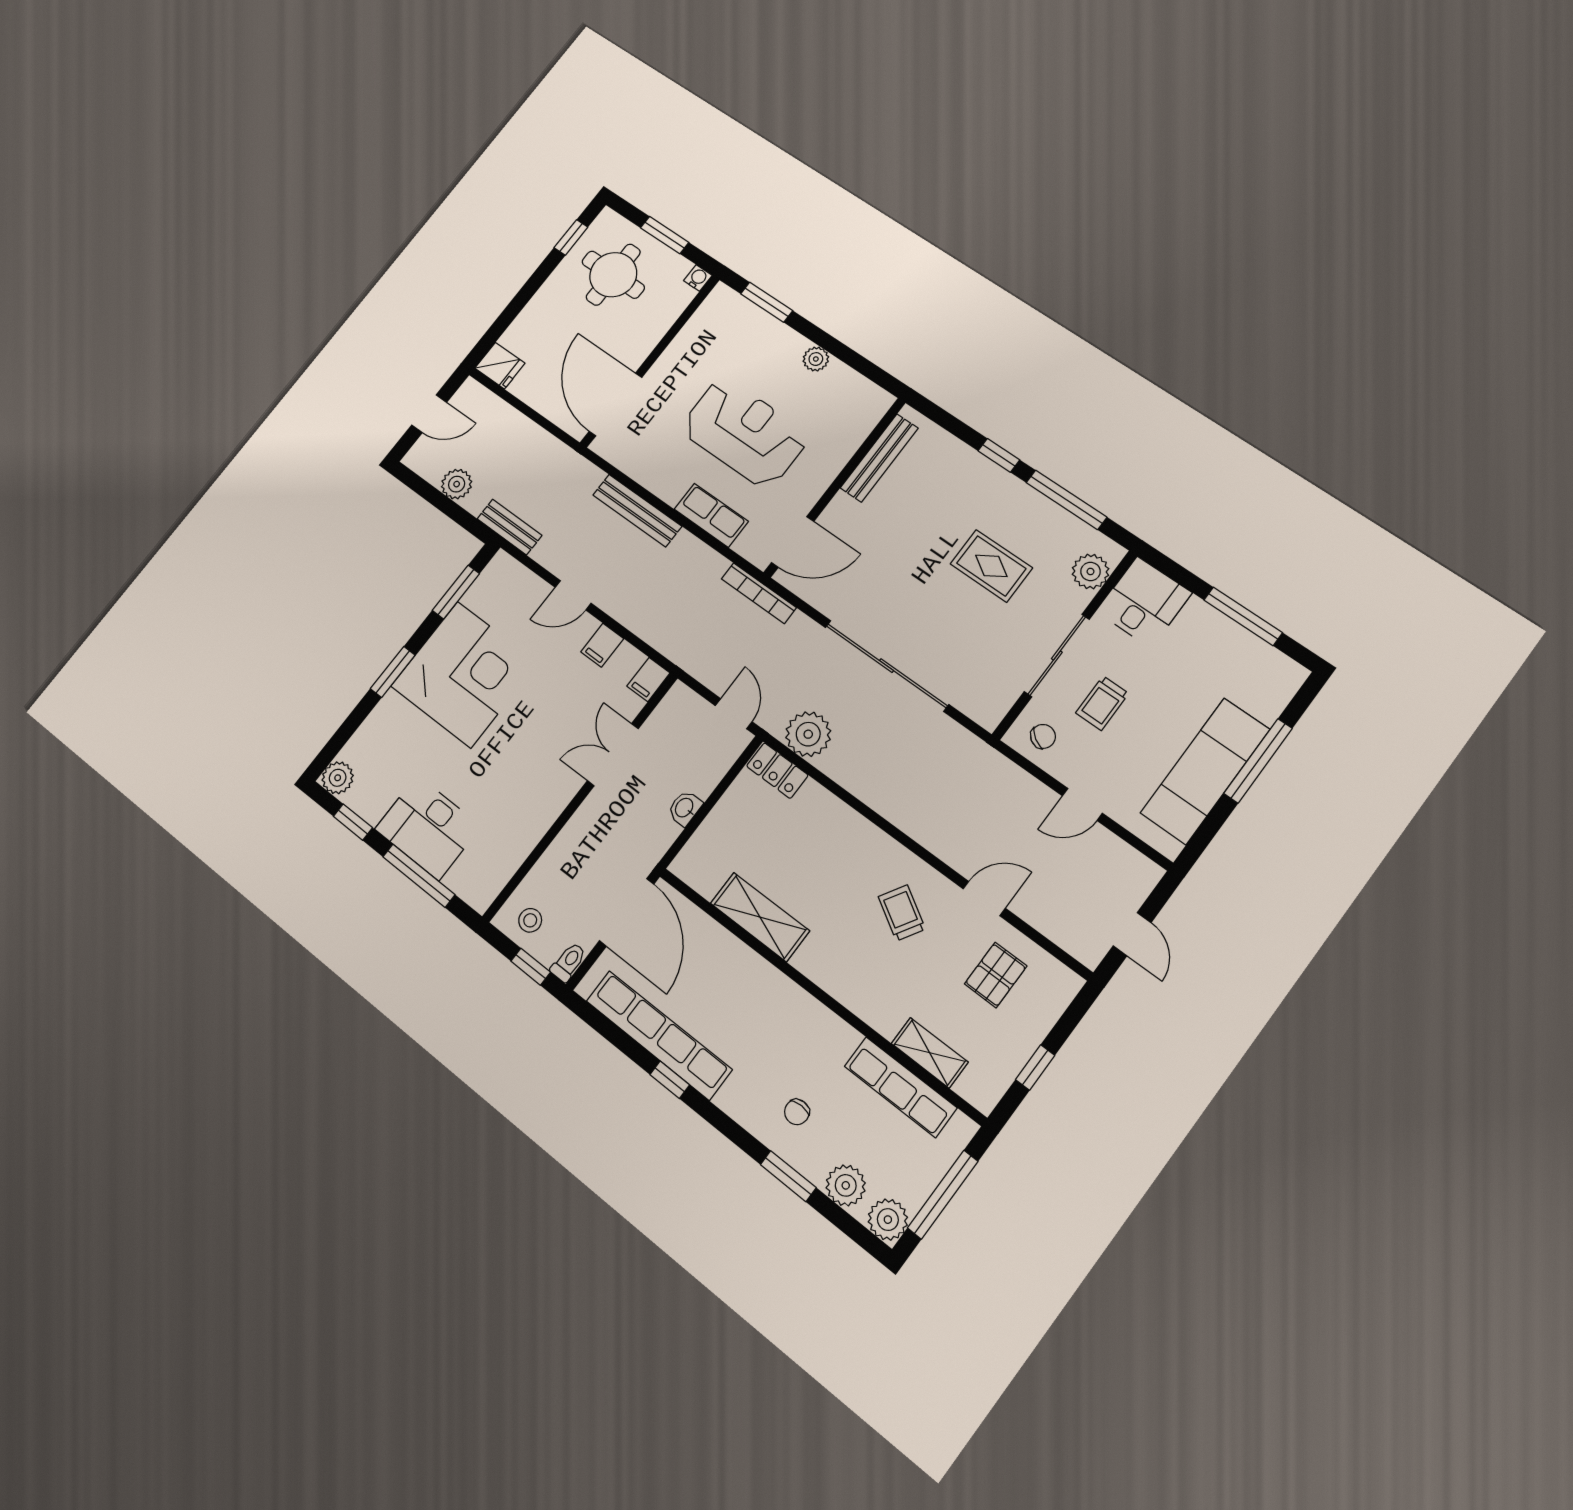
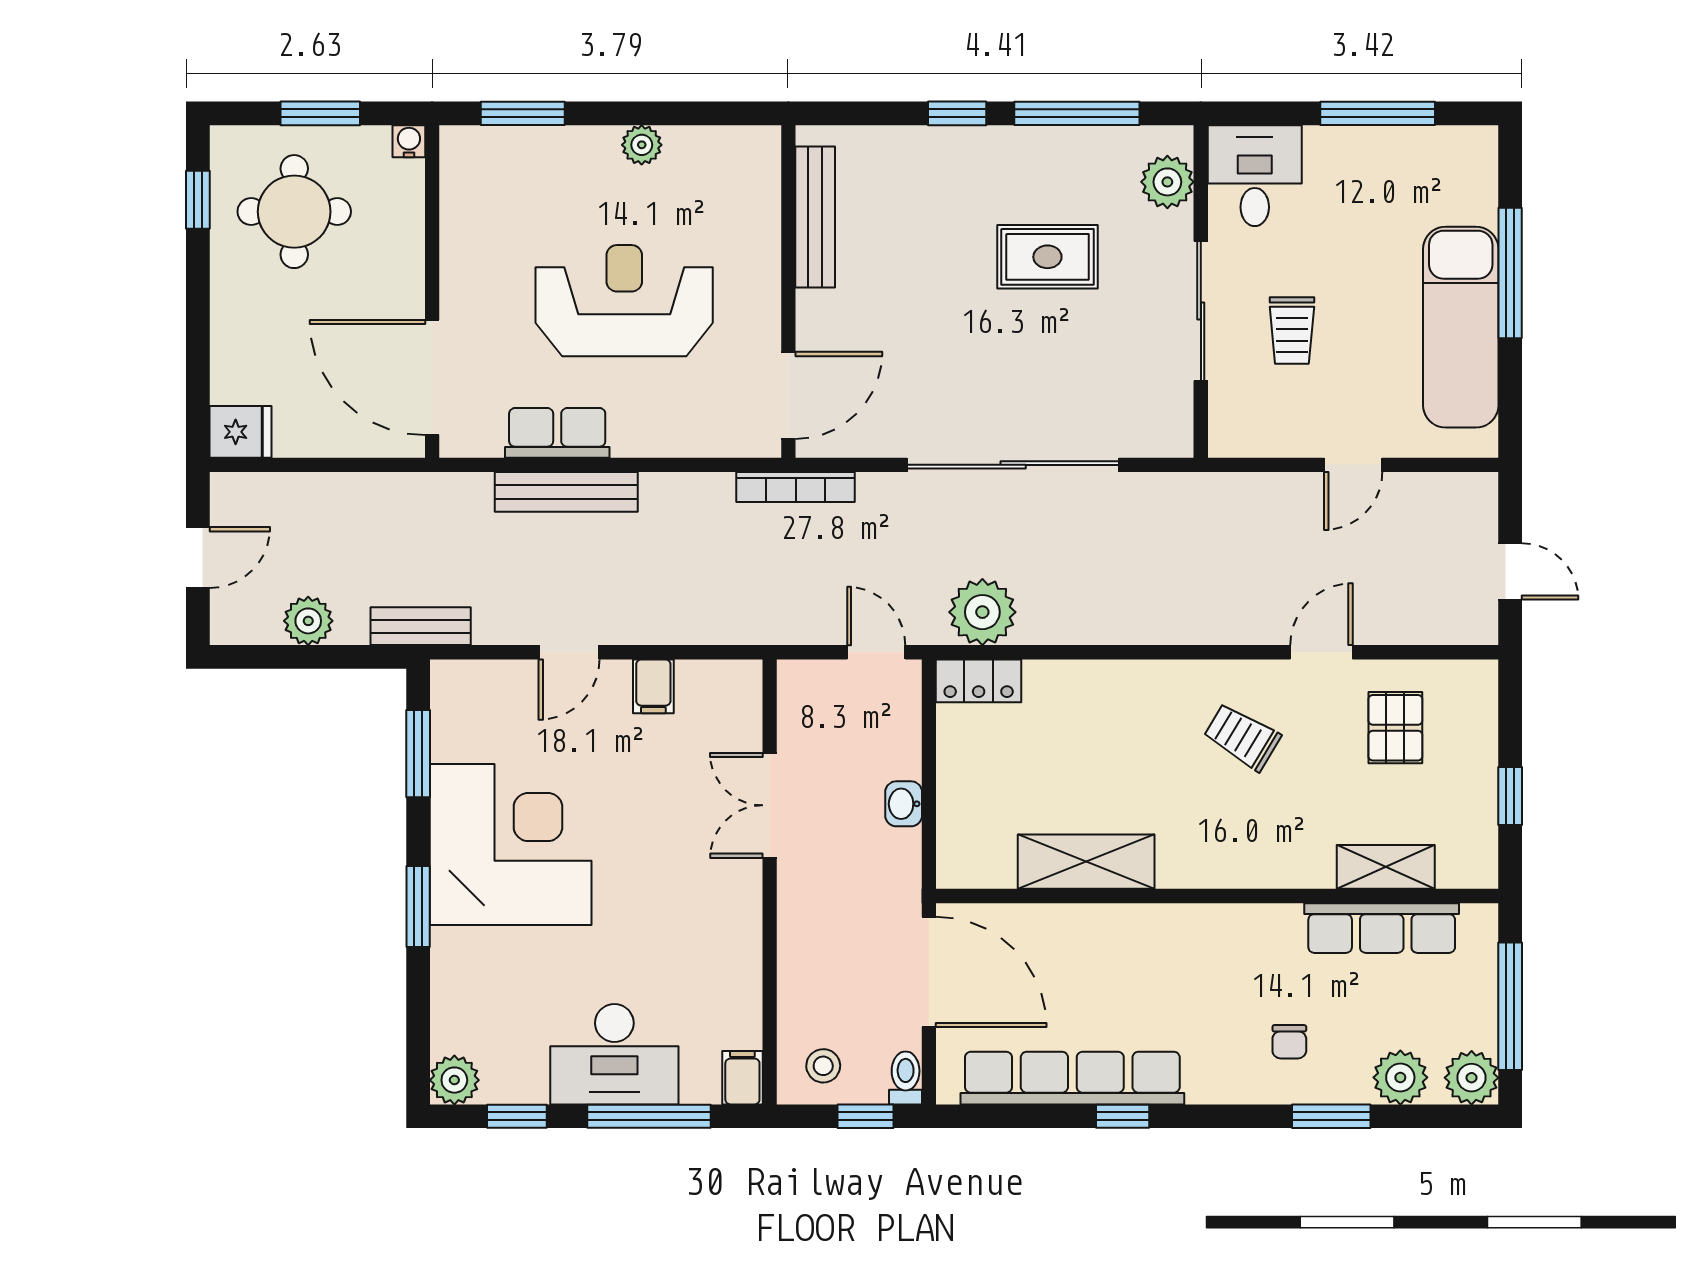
row of seats: (711, 515) -> (557, 433), moved
filing cabinet: (648, 679) -> (742, 1078), moved, turned 180
chair: (1043, 736) -> (1253, 418), removed

